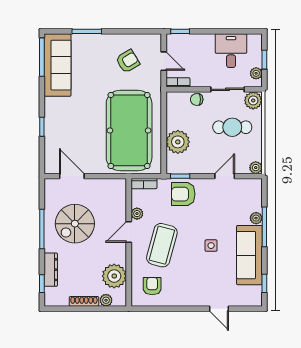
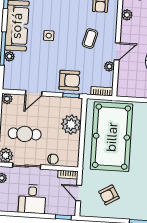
desk: (231, 51) -> (32, 199), moved
coffee table: (162, 245) -> (90, 39), width x0.54, depth x0.58
plant: (114, 276) -> (127, 15), width x0.53, depth x0.53

